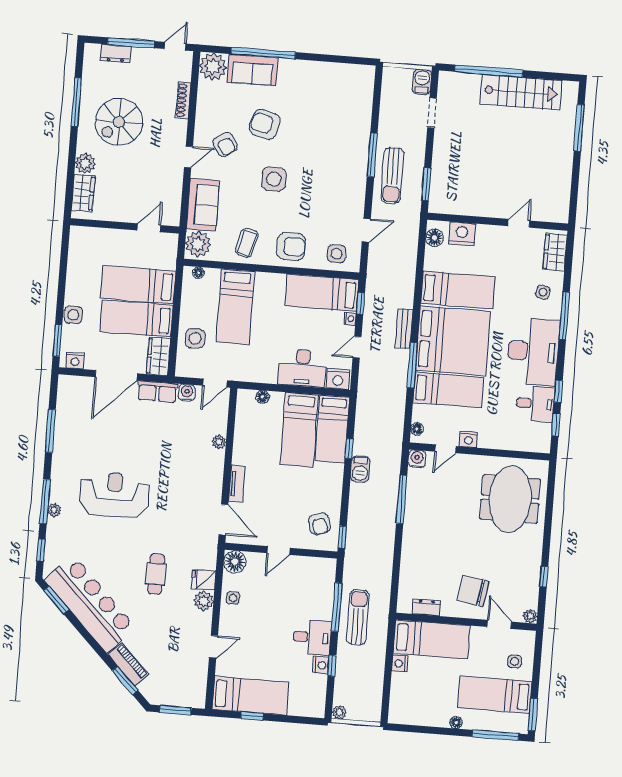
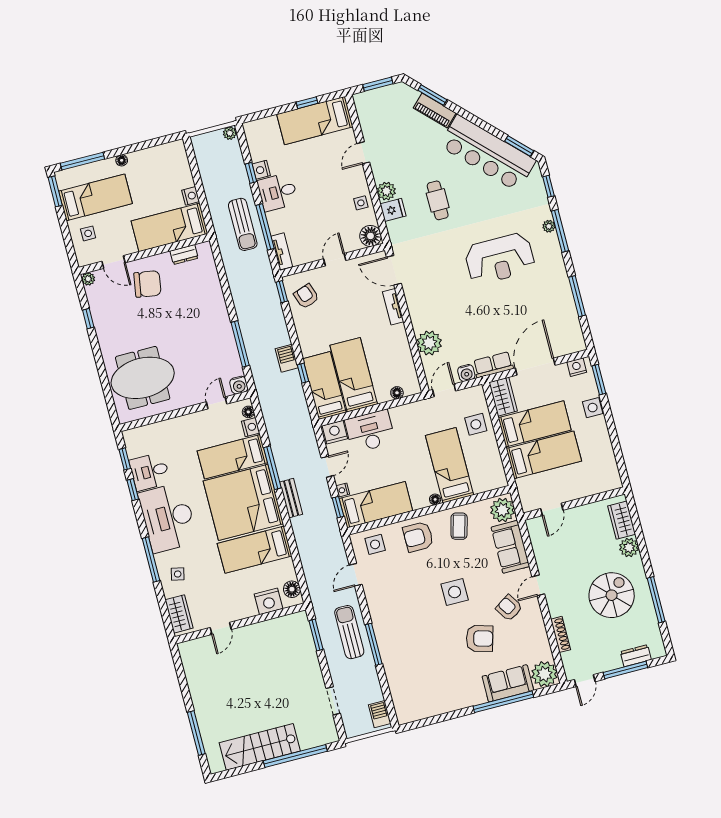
barbecue: (422, 82) -> (380, 714), moved, turned 180
floor lamp: (198, 273) -> (435, 499), moved
nightstand: (469, 439) -> (251, 427), moved, turned 90
plant: (219, 442) -> (429, 343), width x1.88, depth x1.88
meeting table: (510, 499) -> (143, 378), turned 90
tv unit: (328, 577) -> (282, 251), added

